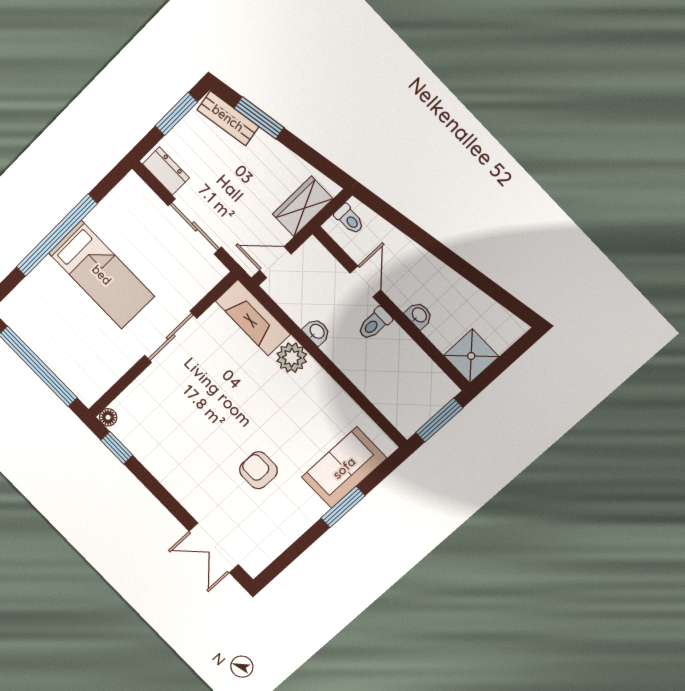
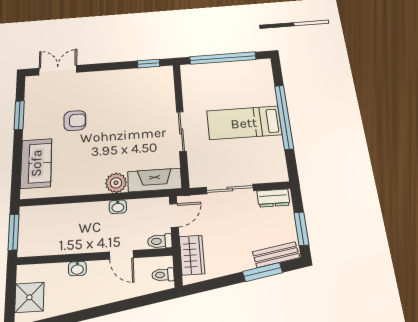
toilet: (375, 324) -> (160, 241), moved, turned -90
shower: (471, 356) -> (29, 297), moved
floor lamp: (108, 417) -> (167, 71), removed
window: (343, 507) -> (19, 115), moved

